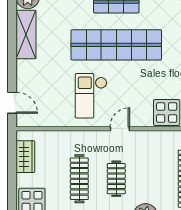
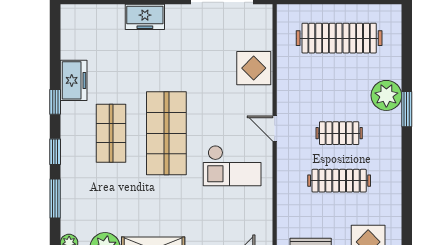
shop shelf: (116, 45) -> (166, 133), width x0.71

